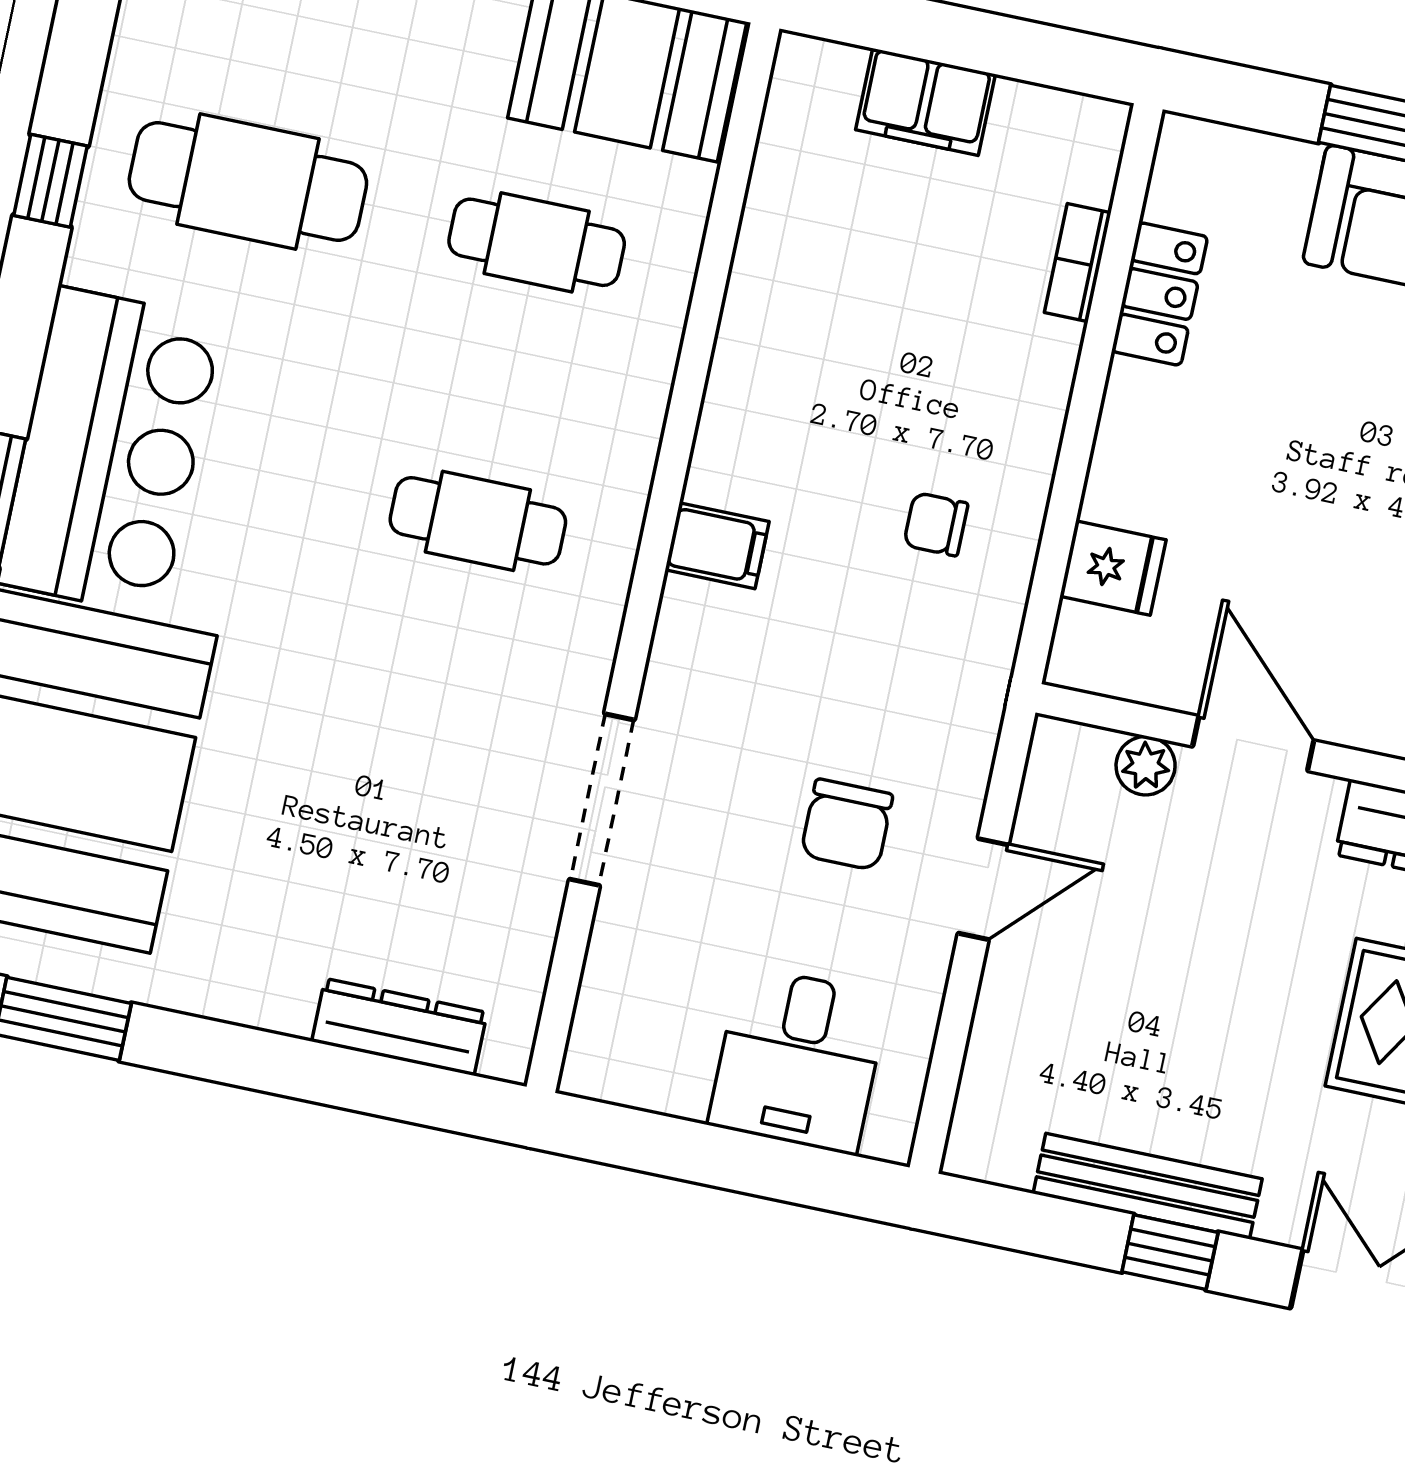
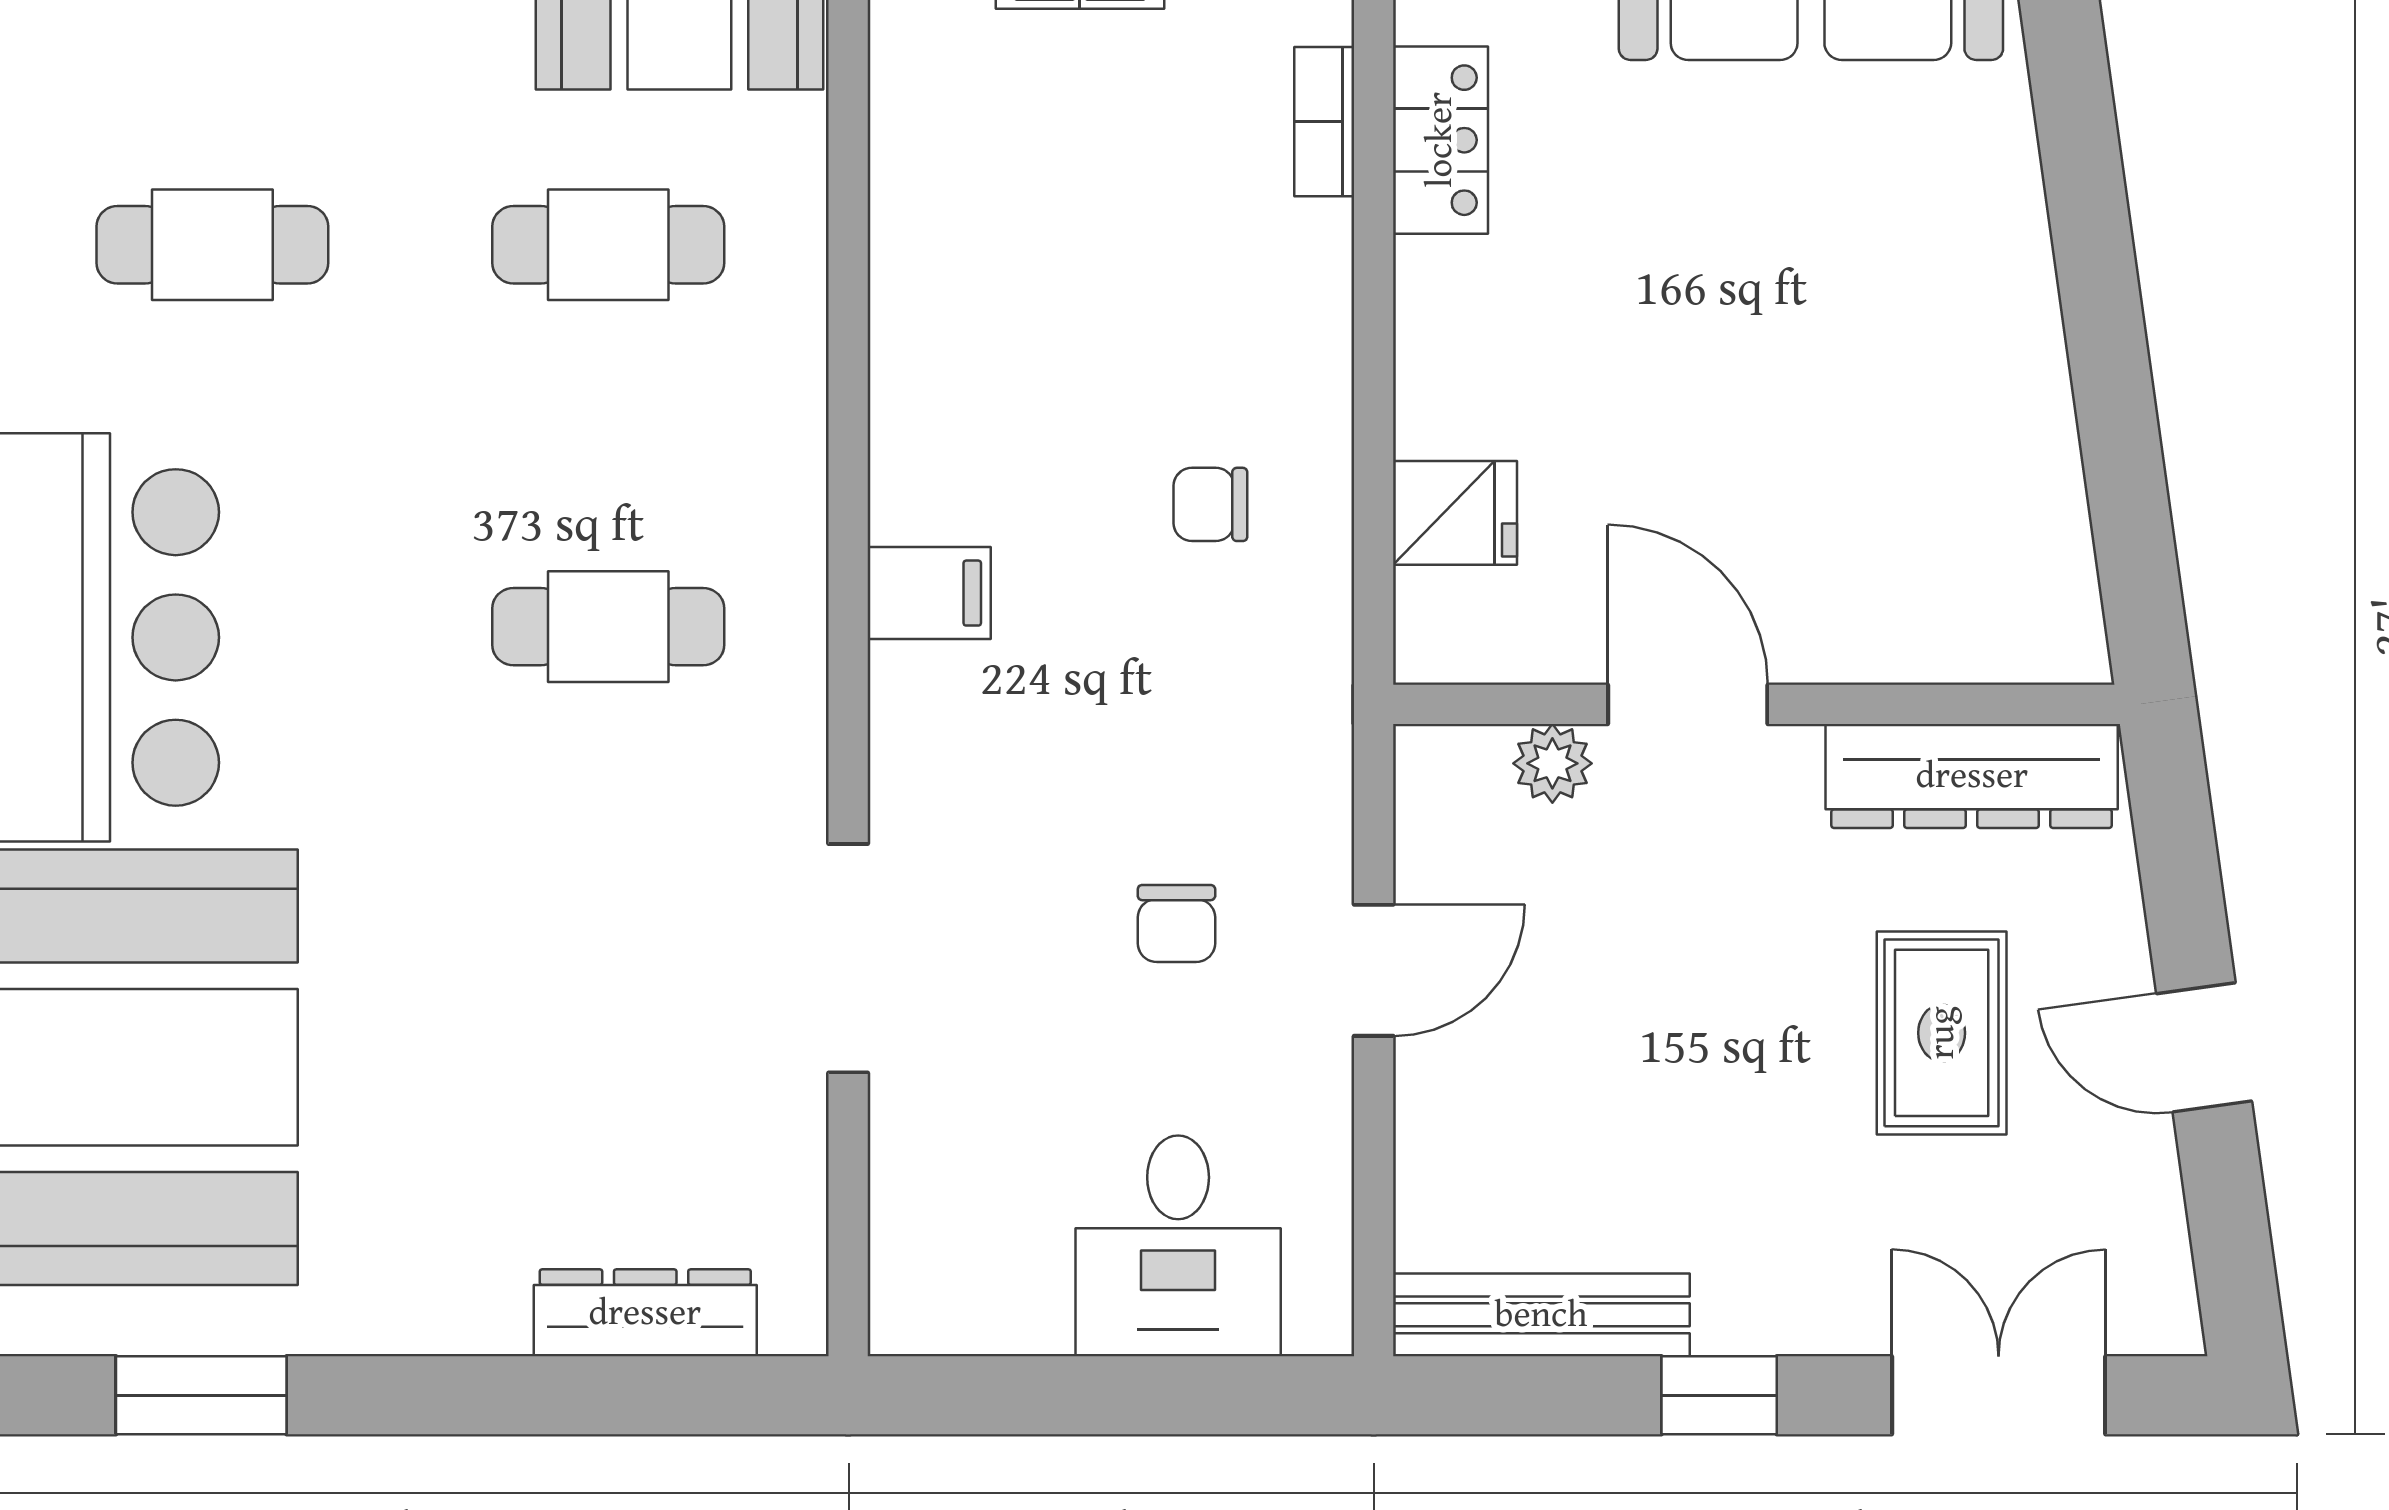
cafe table: (248, 181) -> (212, 245), width x0.73, depth x0.74
chair: (847, 825) -> (1176, 923), width x0.73, depth x0.73
bench: (1148, 1186) -> (1541, 1315), moved

